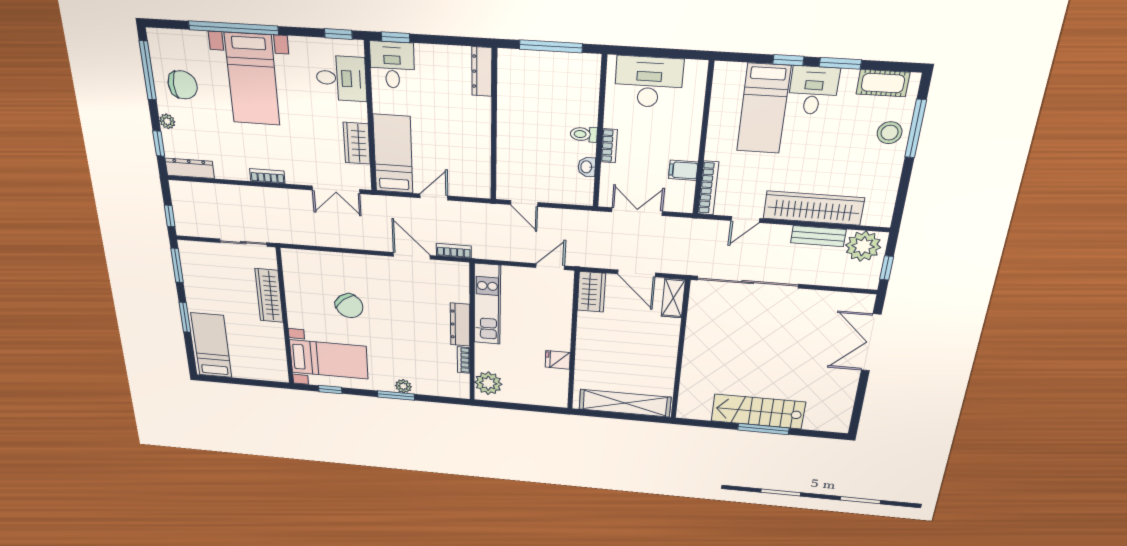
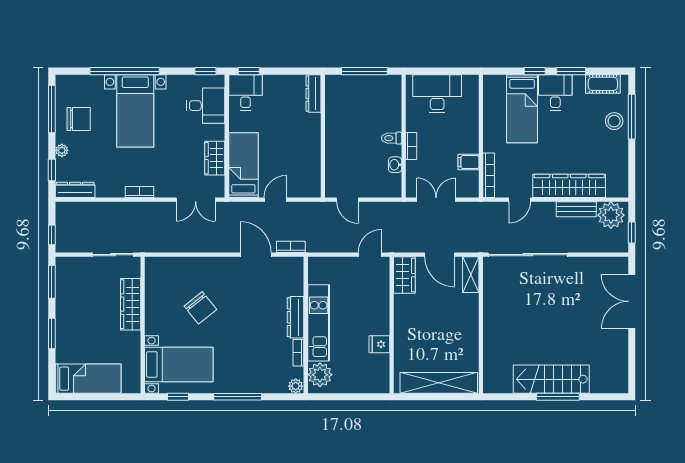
kitchen unit: (487, 304) -> (319, 323), moved
bed: (211, 345) -> (88, 379), moved, turned 90
plant: (403, 386) -> (296, 386), moved
window: (396, 396) -> (238, 397), width x1.44

